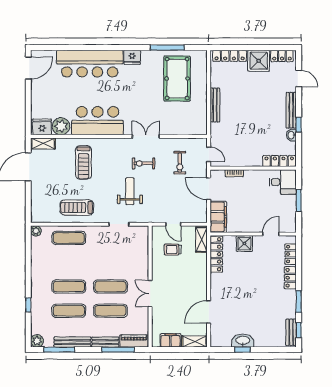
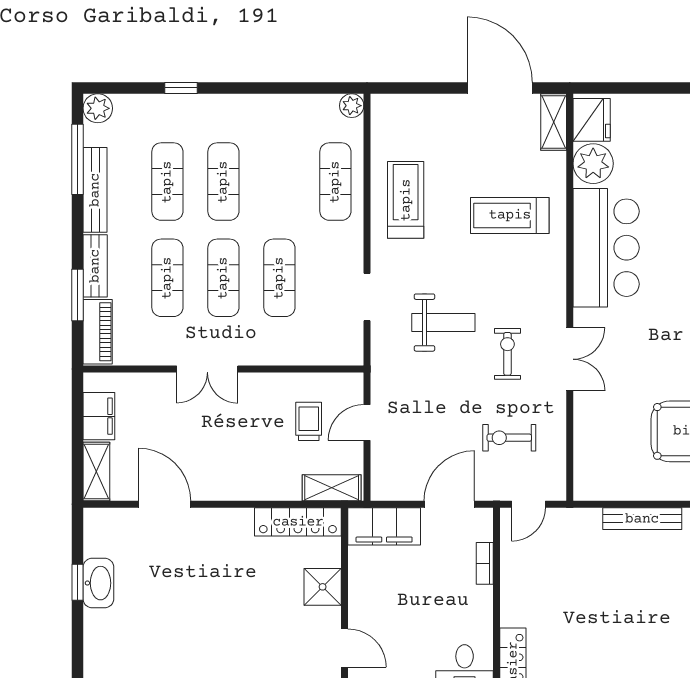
exercise mat: (111, 262) -> (279, 278), added
double door: (150, 293) -> (207, 369), swing flipped
window: (118, 350) -> (78, 295), width x0.69

